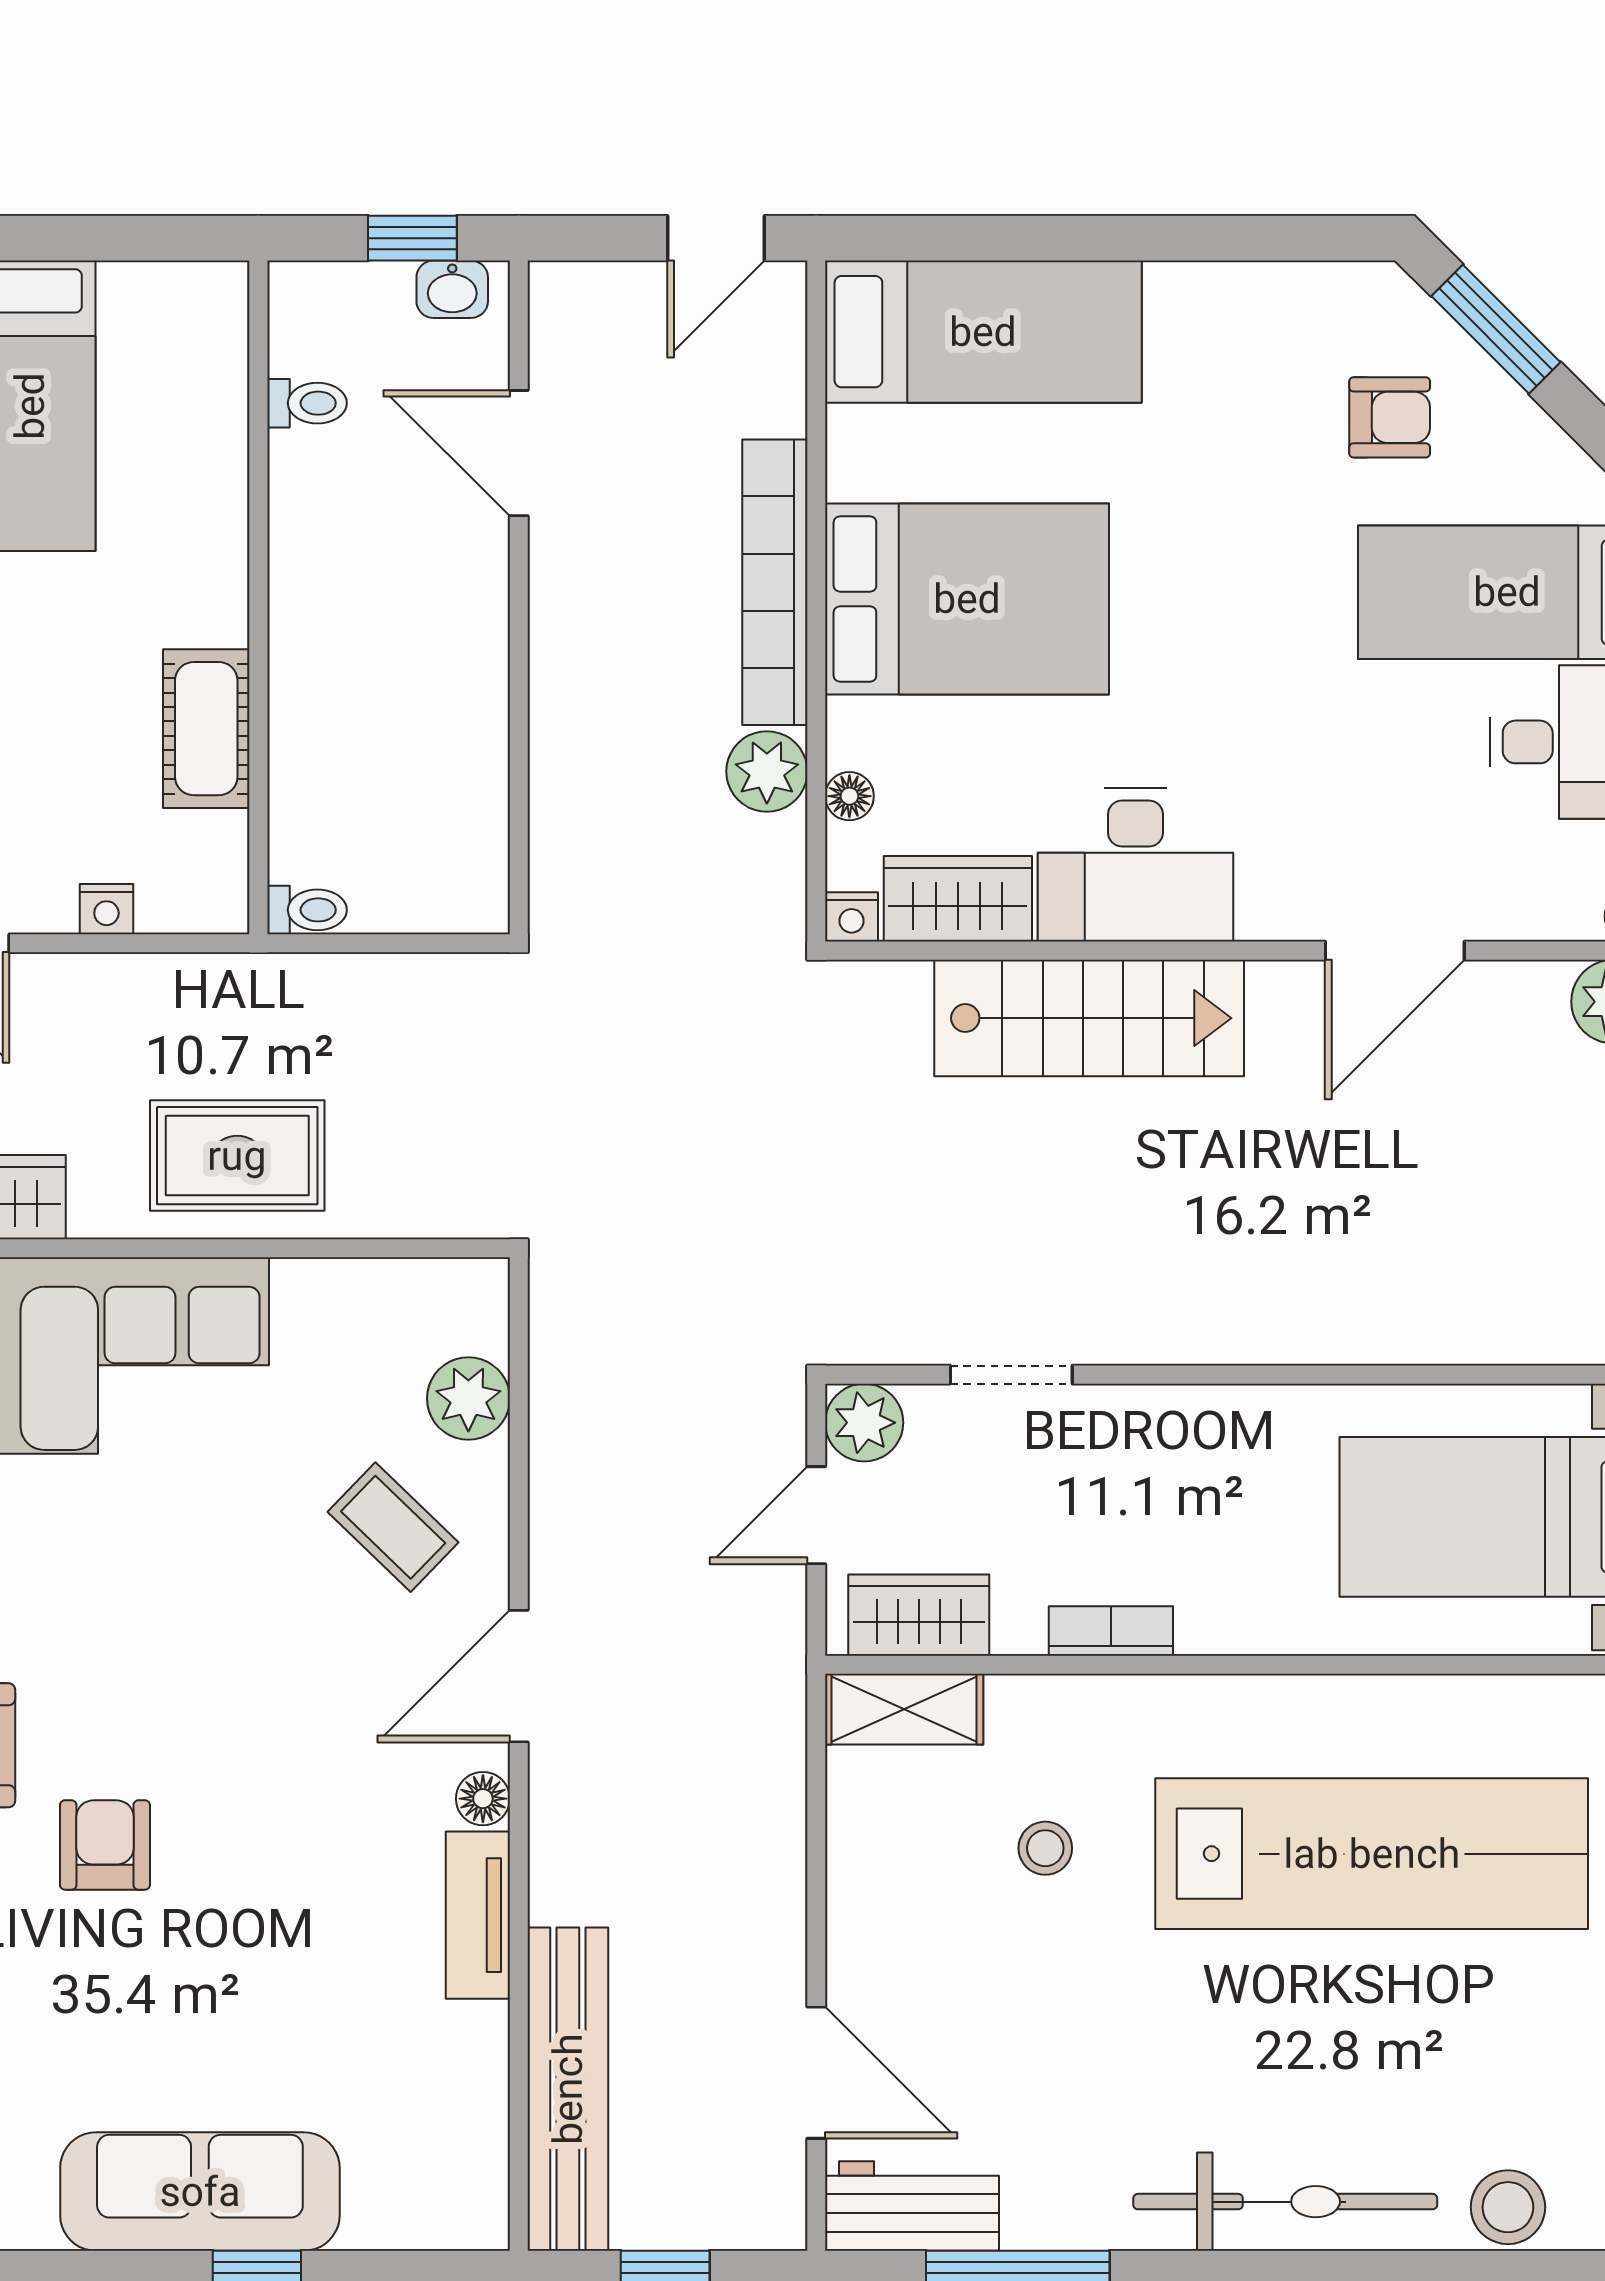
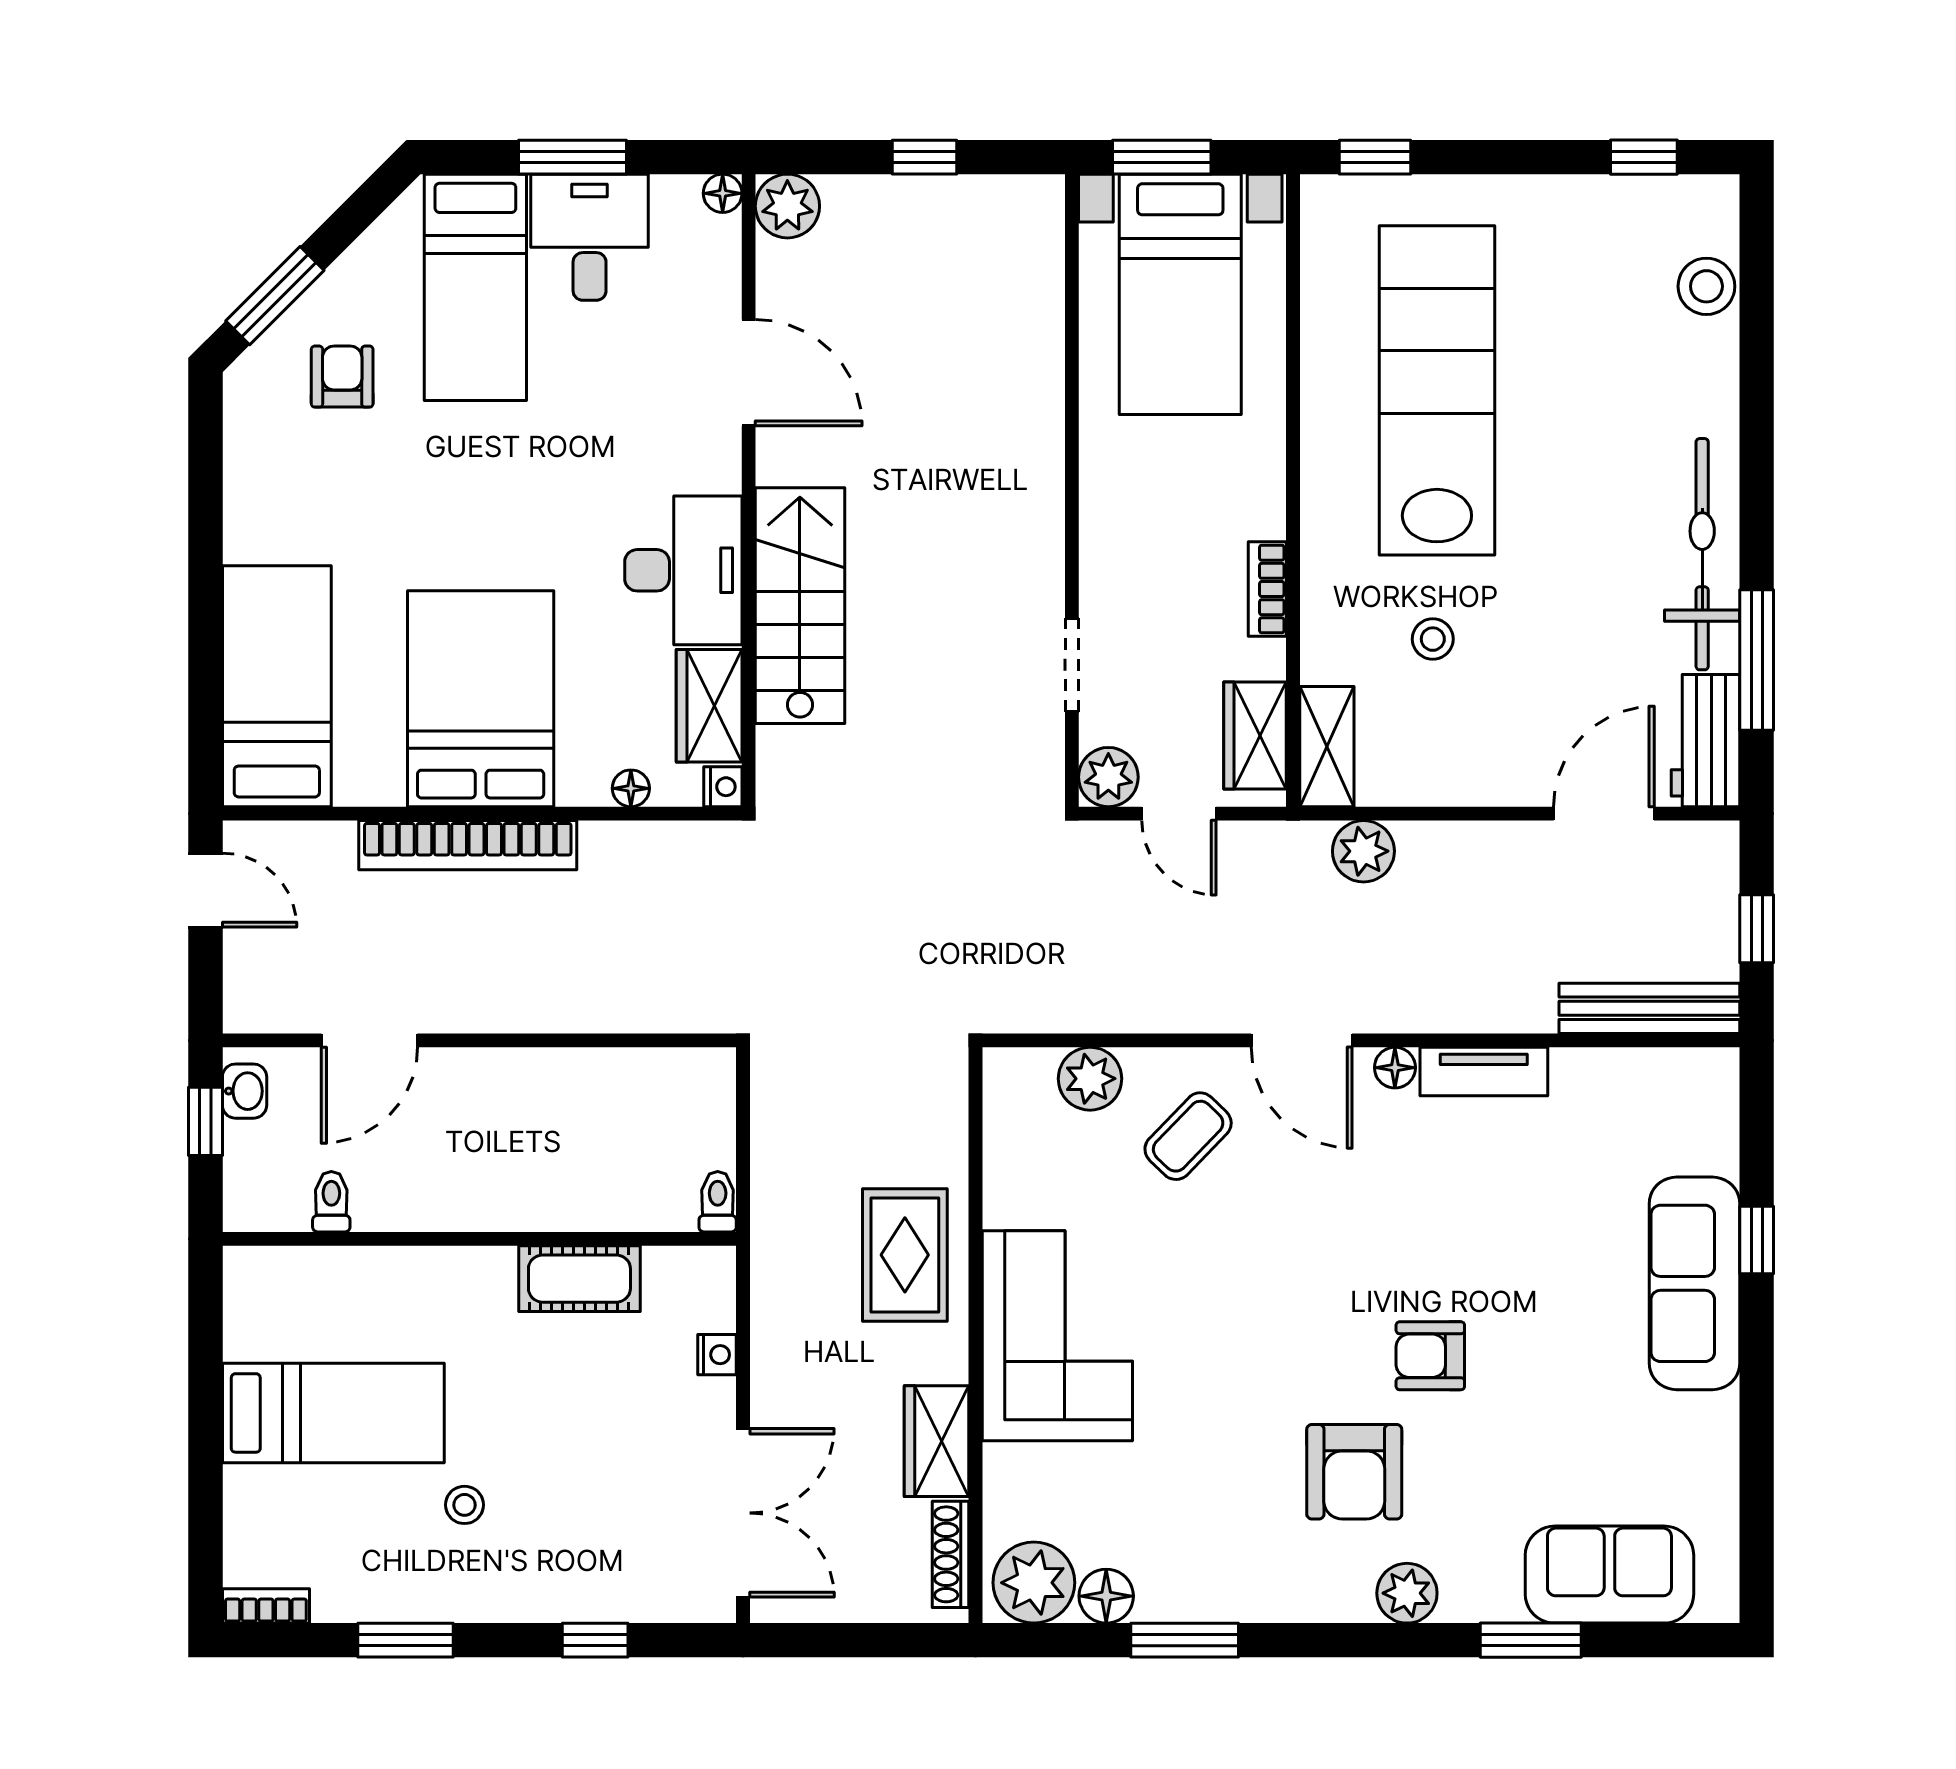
plant: (767, 771) -> (1363, 851), moved
bench: (568, 2089) -> (1649, 1008), width x0.73, depth x0.82
bicycle: (1285, 2202) -> (1702, 554), moved

